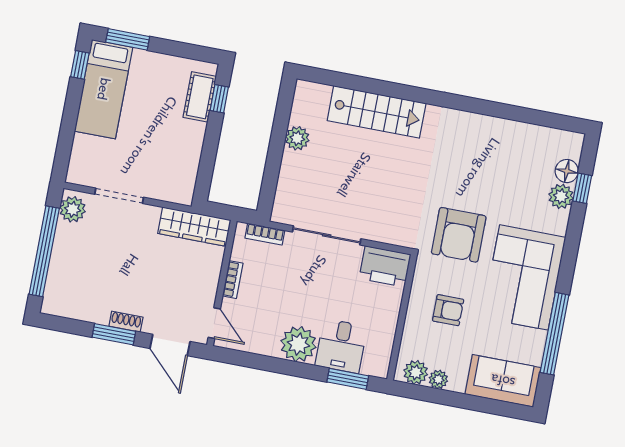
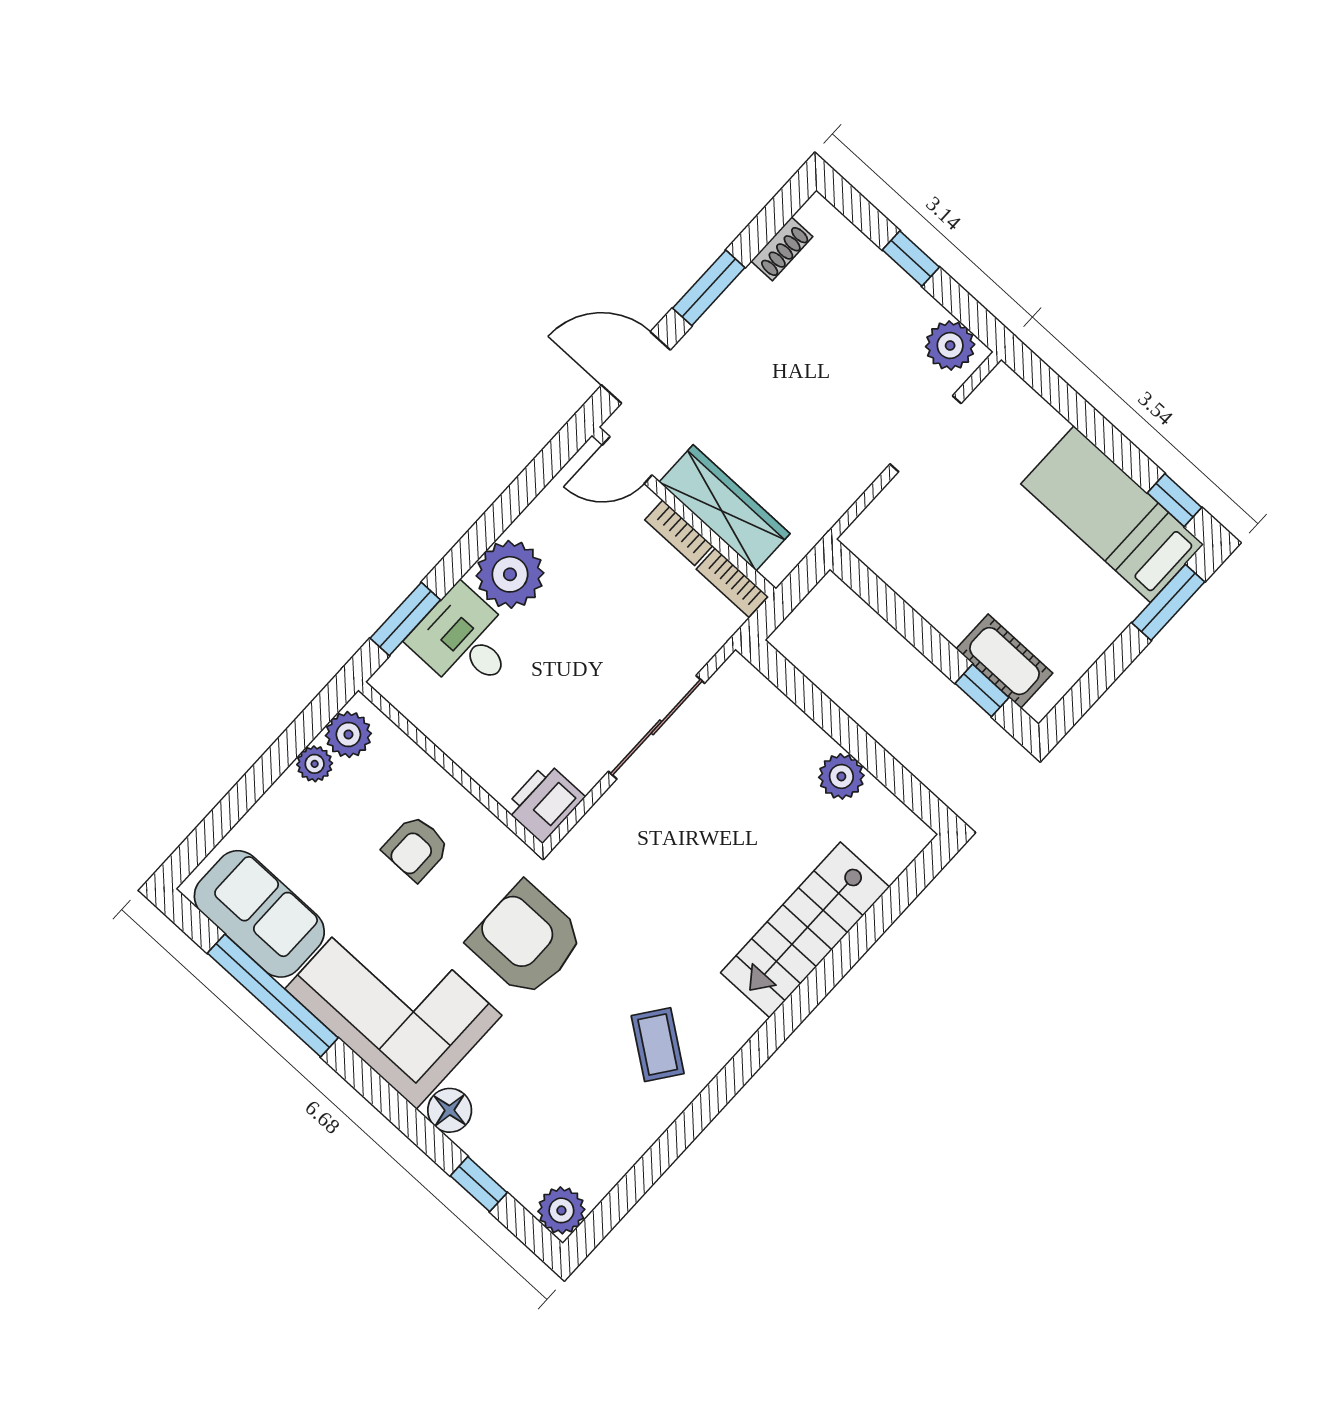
coffee table: (469, 146) -> (658, 1045), added
floor lamp: (567, 171) -> (450, 1110), moved
plant: (561, 196) -> (561, 1210), moved
wardrobe: (194, 227) -> (724, 508), moved, turned 90
bookcase: (265, 234) -> (732, 583), moved, turned -90
window: (44, 251) -> (911, 258), width x0.32
printer: (385, 266) -> (545, 803), width x0.73, depth x0.84
shoe rack: (126, 322) -> (782, 249), moved
sofa: (503, 381) -> (259, 914), moved, turned -90

